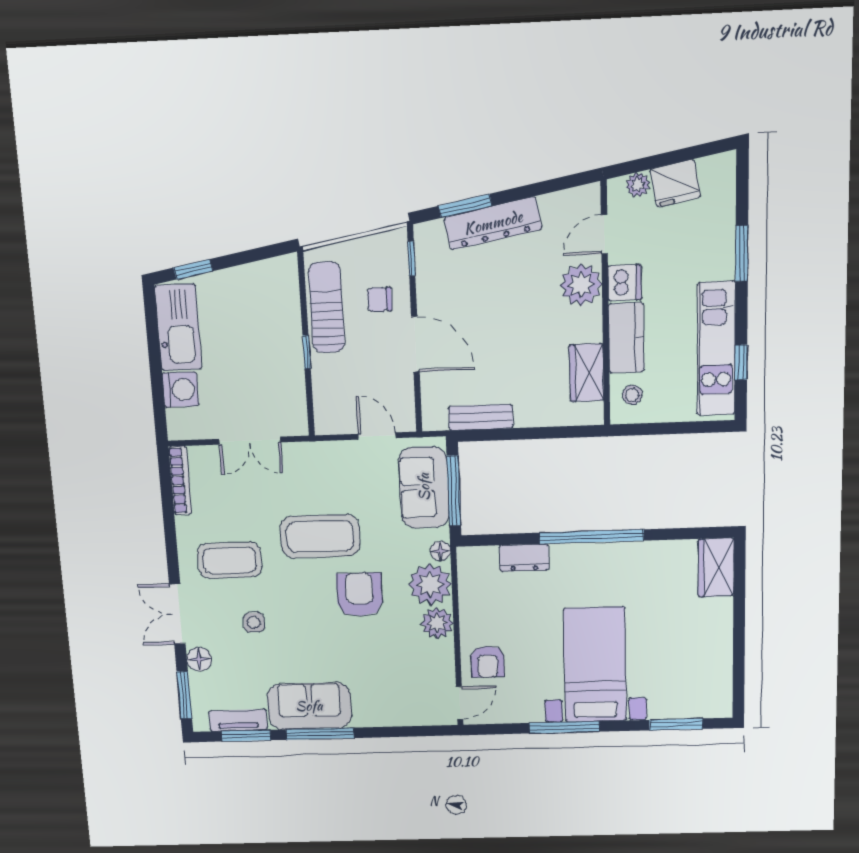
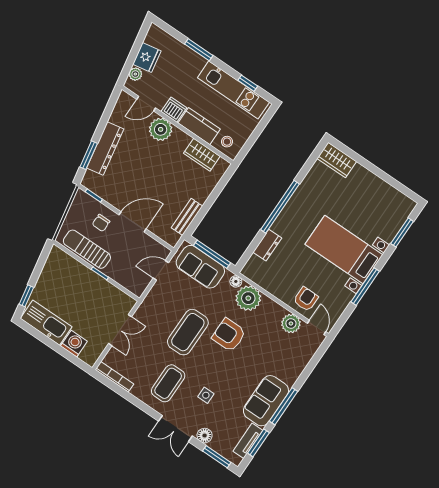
door: (604, 234) -> (146, 104), hinge flipped
plant: (437, 623) -> (291, 324), moved
armchair: (488, 662) -> (306, 299), turned -90

